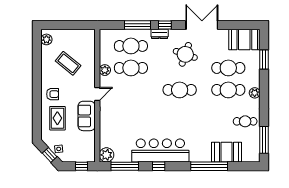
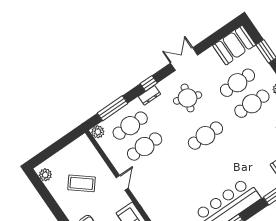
window: (138, 25) -> (113, 108), moved
double door: (202, 25) -> (184, 59), width x0.73
plant: (105, 70) -> (98, 132), moved
door: (97, 94) -> (122, 183), moved

